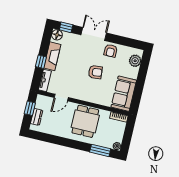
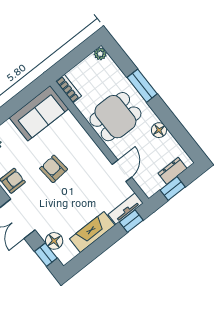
floor lamp: (57, 35) -> (54, 241), moved
window: (41, 62) -> (131, 221), moved
door: (61, 98) -> (122, 171), hinge flipped
floor lamp: (59, 132) -> (159, 130), added
window: (100, 150) -> (142, 86), moved

